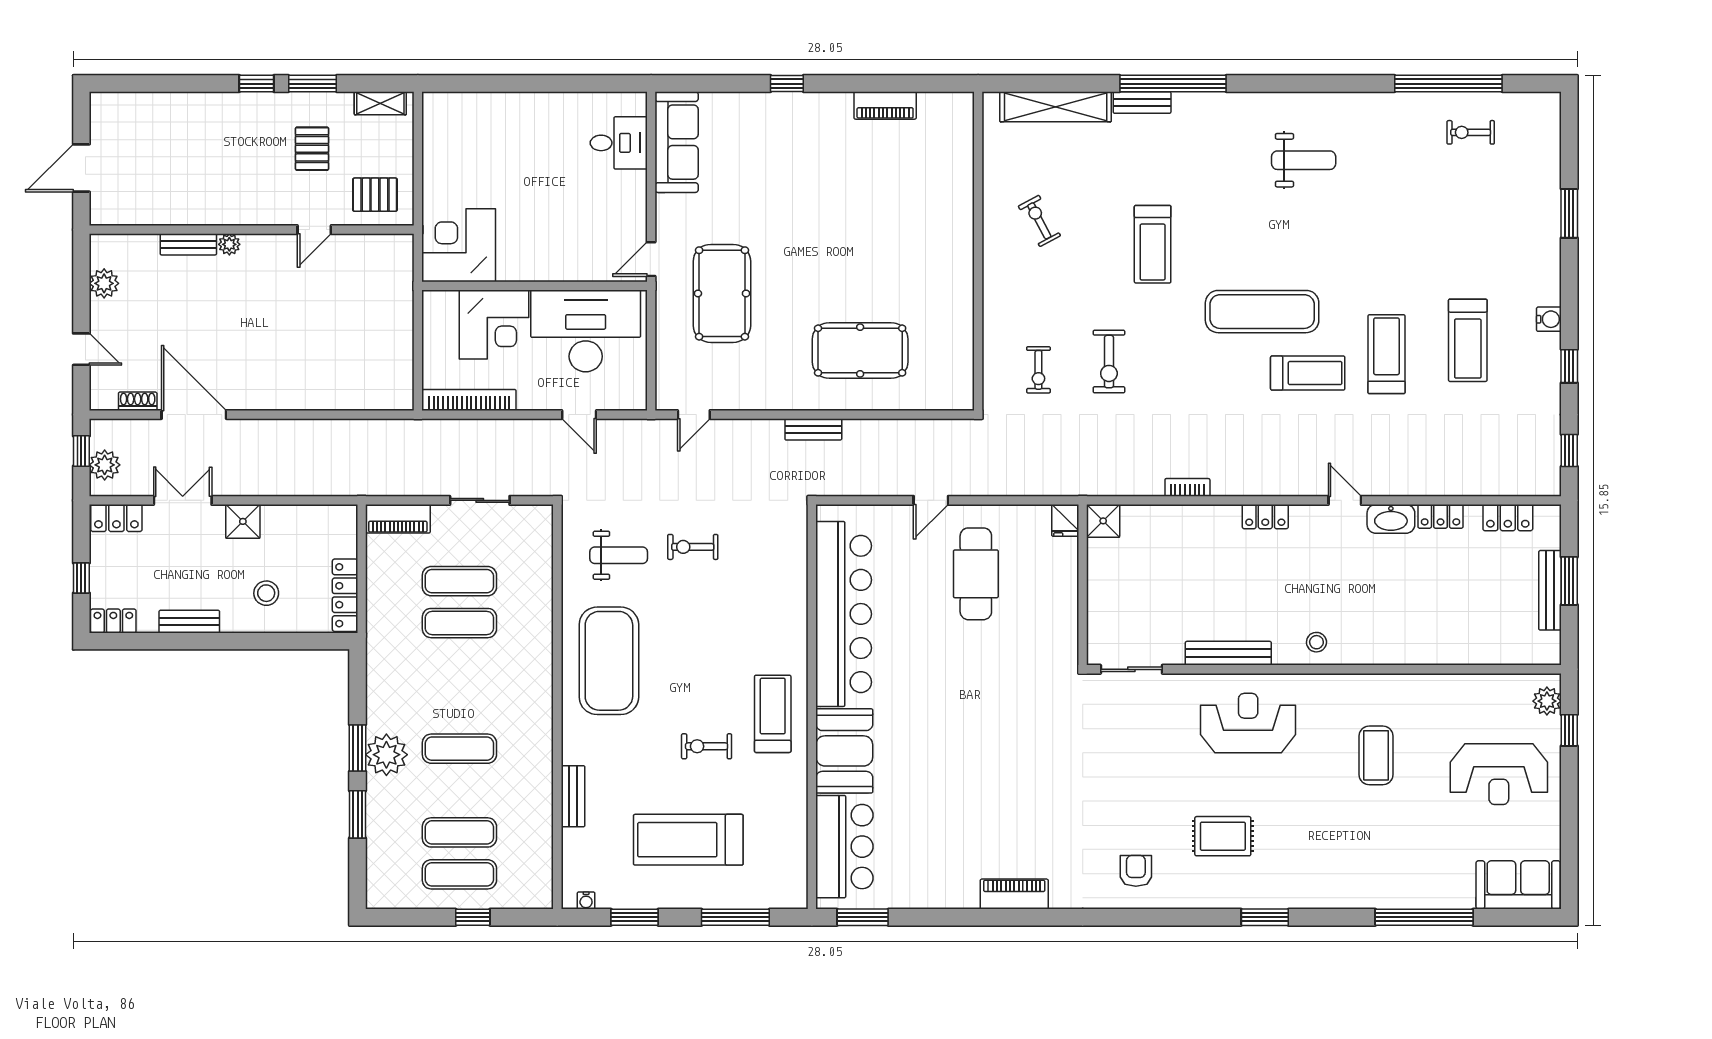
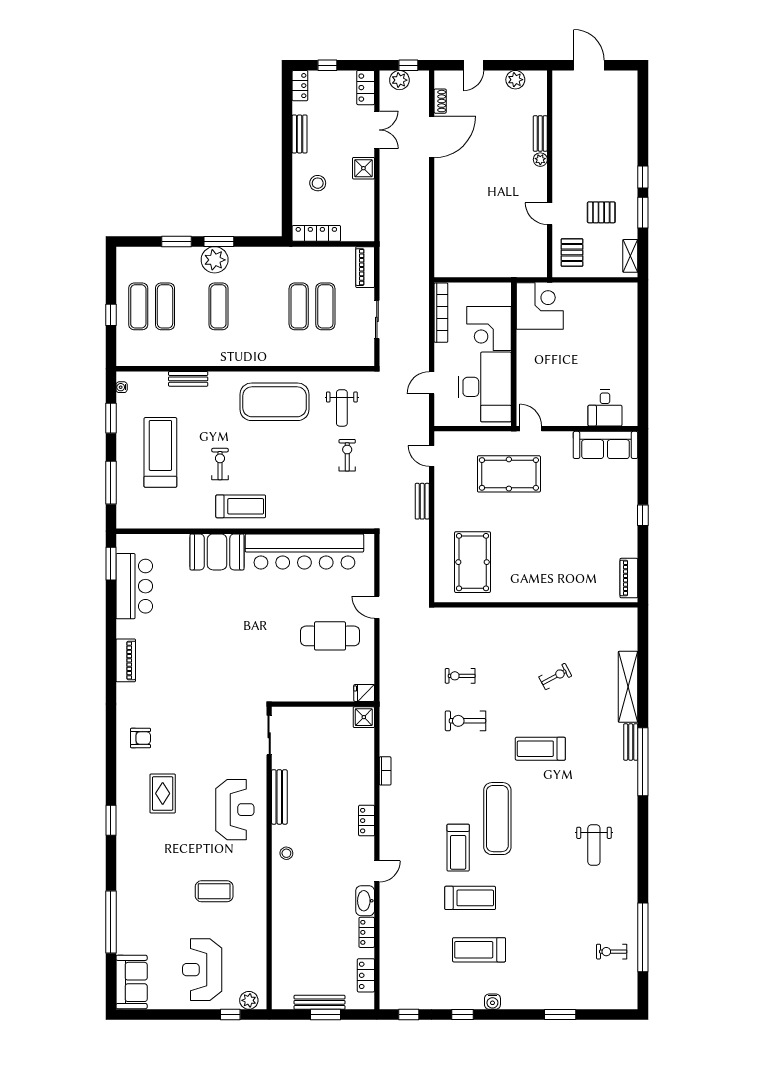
exercise bike: (1471, 132) -> (612, 952), turned -90
wall: (978, 251) -> (536, 605), moved
bench: (813, 429) -> (422, 501), moved
bar counter: (844, 847) -> (134, 586), moved, turned -90

